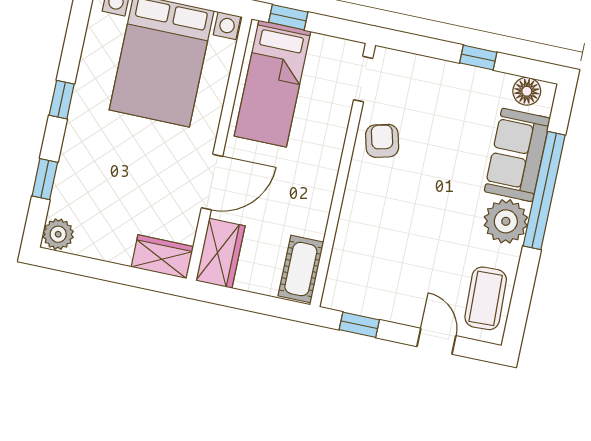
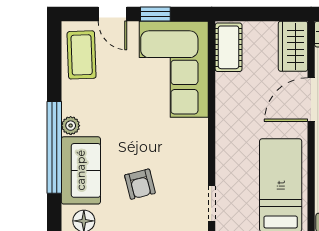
armchair: (382, 141) -> (140, 184), moved
plant: (506, 221) -> (71, 126), width x0.53, depth x0.53
corner sofa: (375, 256) -> (174, 69), added
window: (359, 325) -> (155, 14), moved

